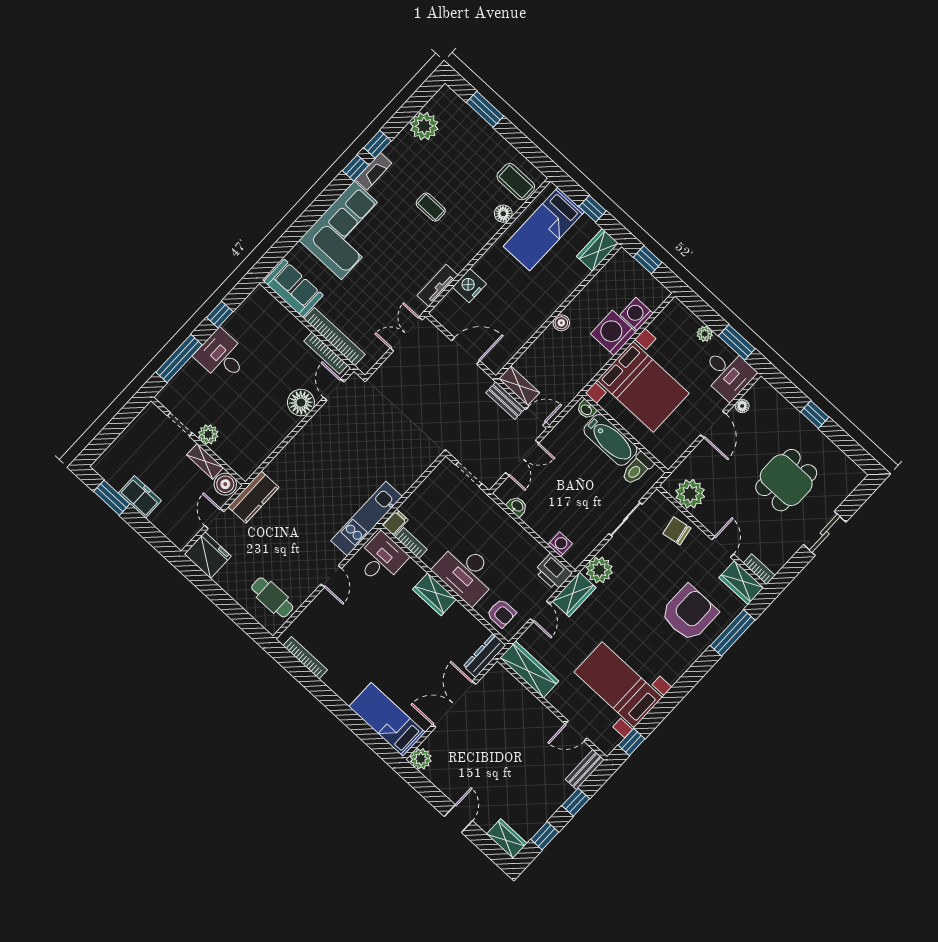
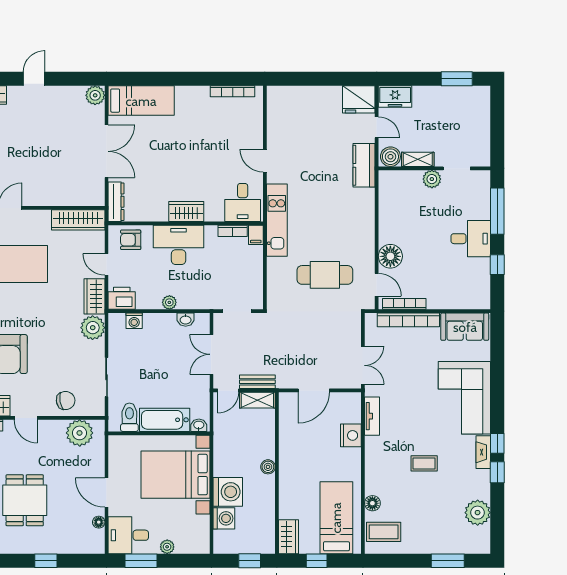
freezer: (140, 497) -> (395, 96), moved
plant: (517, 533) -> (169, 302), added
cafe table: (272, 597) -> (325, 275), moved, width x1.37, depth x1.35
door: (458, 819) -> (34, 79), swing flipped

